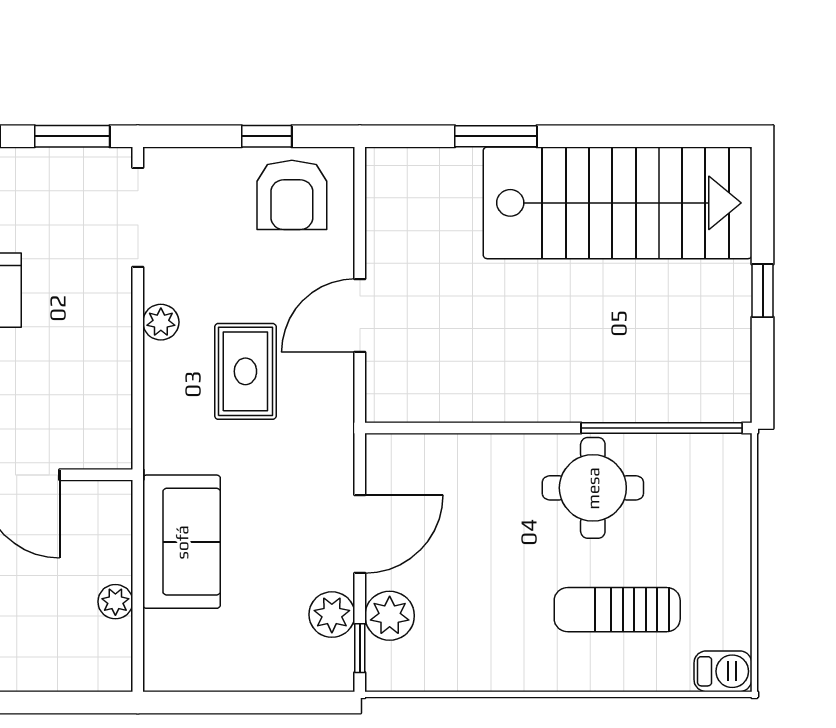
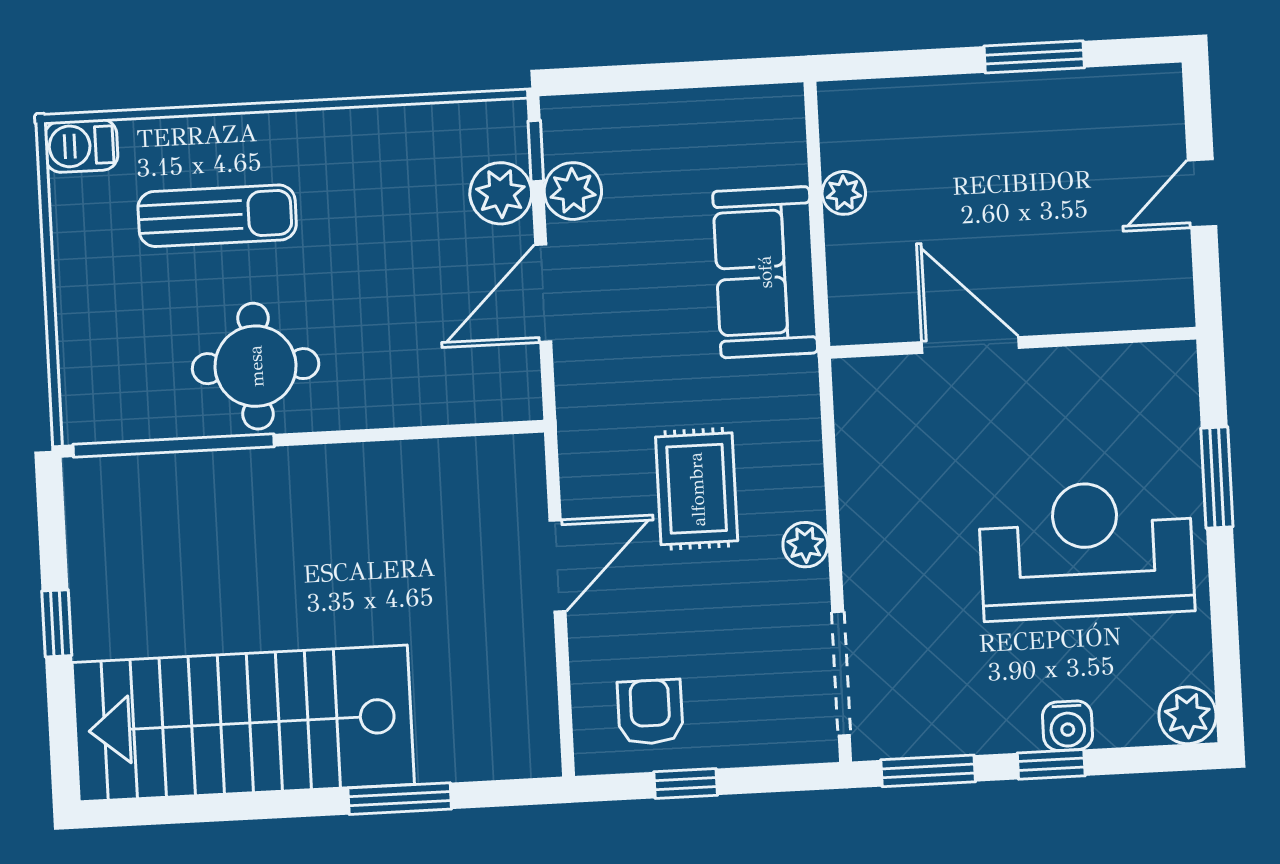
armchair: (292, 195) -> (650, 712), width x0.72, depth x0.72

